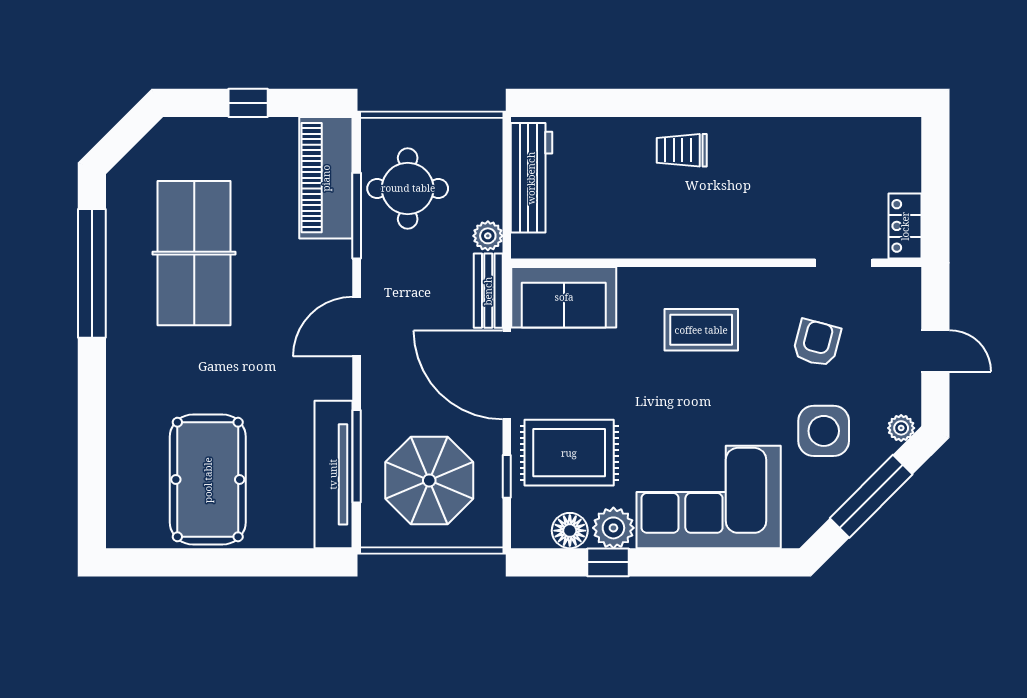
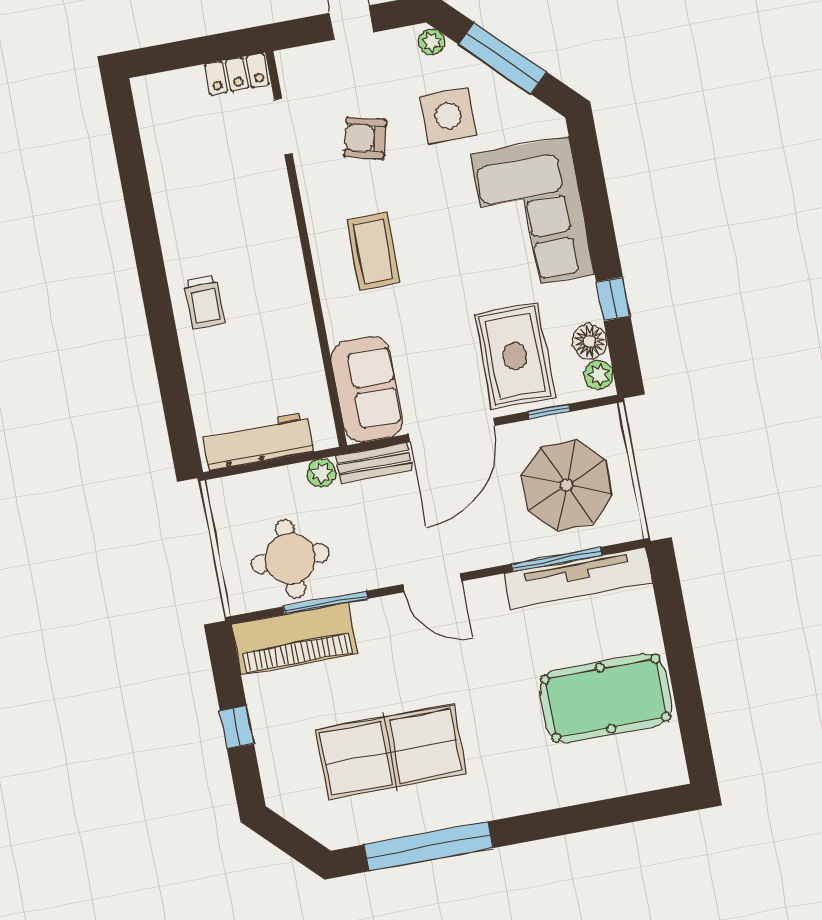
plant: (613, 528) -> (599, 375), moved, width x0.73, depth x0.73

